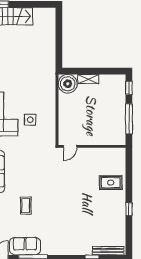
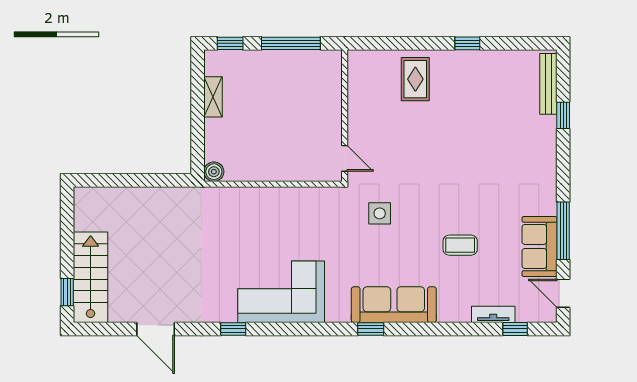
shelving: (88, 79) -> (213, 97), moved
boiler: (68, 84) -> (214, 172), width x0.54, depth x0.54
side table: (30, 120) -> (380, 213), moved

